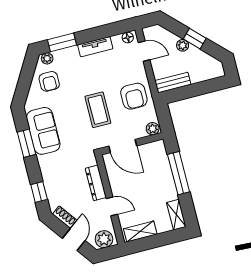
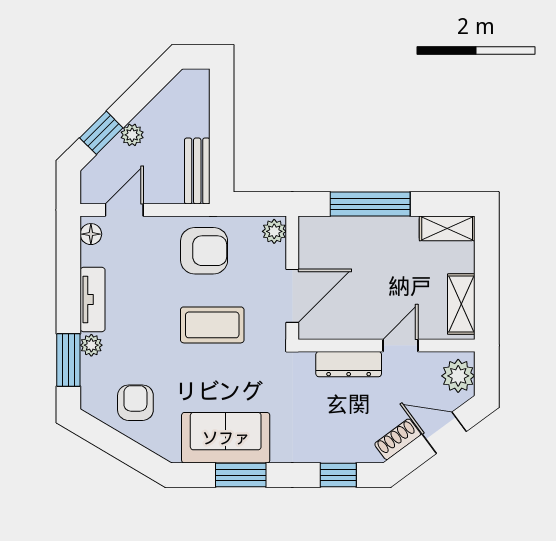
window: (195, 39) -> (101, 133), moved
plant: (47, 58) -> (91, 345), moved
armchair: (49, 81) -> (135, 403), turned -90

